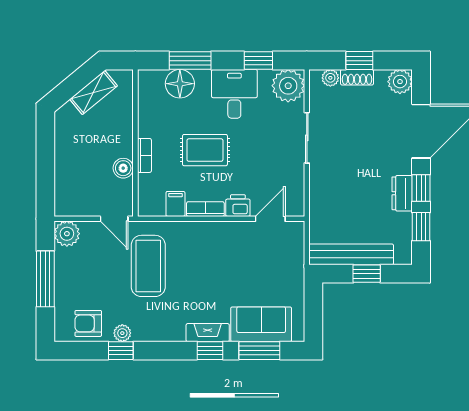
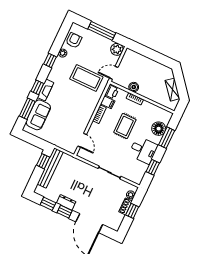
plant: (400, 82) -> (115, 224), removed
plant: (288, 86) -> (136, 175), removed
printer: (238, 206) -> (112, 92), moved
window: (367, 274) -> (43, 161), moved
window: (121, 351) -> (50, 60), moved

